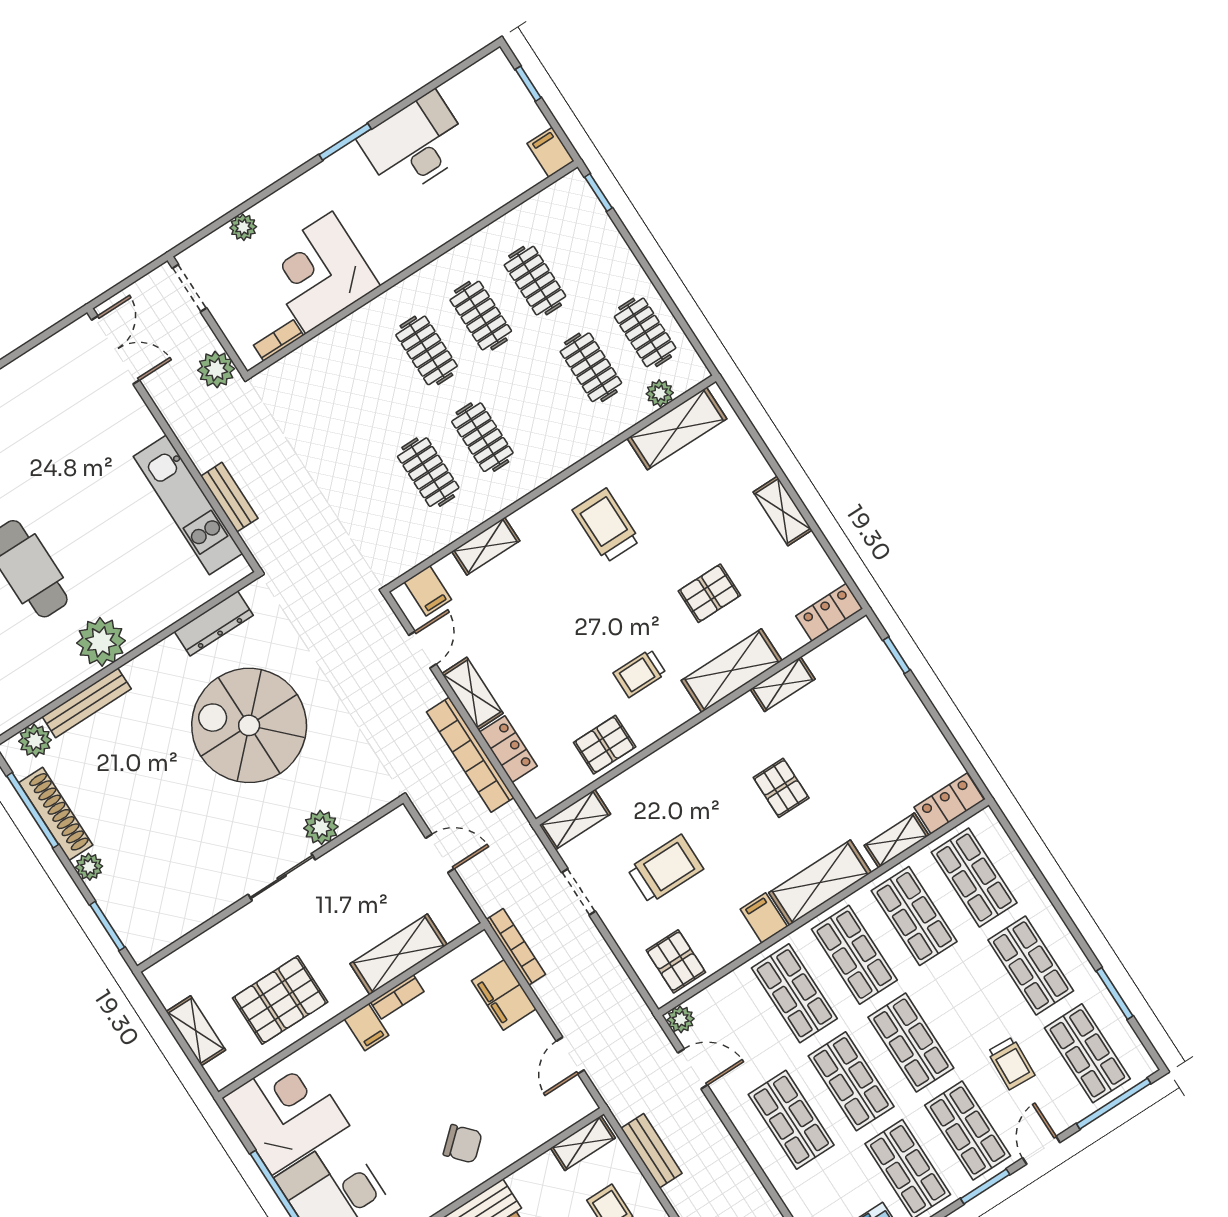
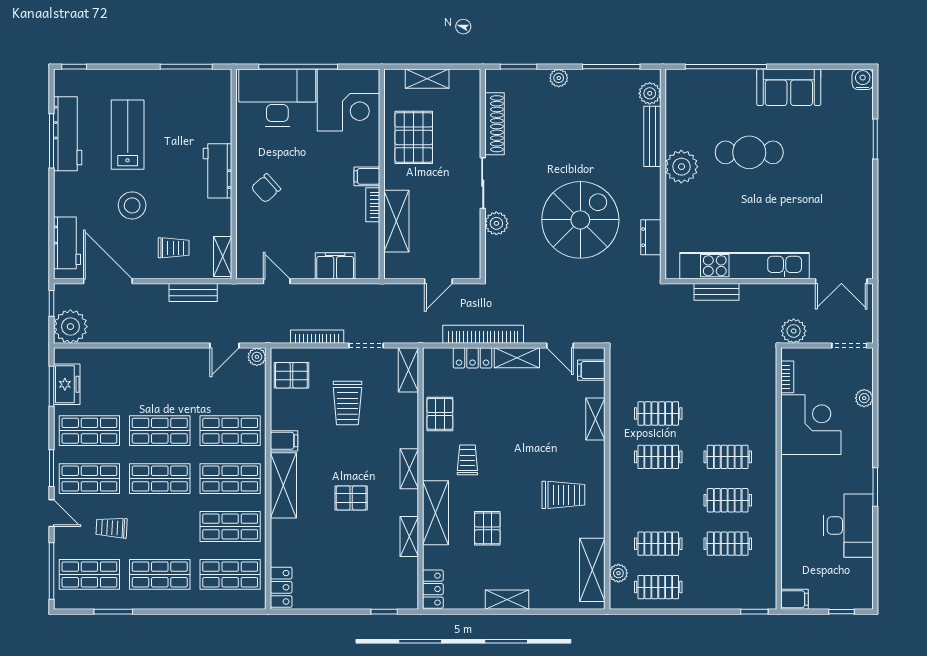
kitchen unit: (188, 505) -> (744, 266), width x1.36
dresser: (214, 623) -> (651, 237), width x0.70
shoe rack: (56, 814) -> (494, 124), moved, turned -90
shelving: (897, 840) -> (409, 469), moved
bookcase: (516, 947) -> (317, 337), moved, turned 180
shop shelf: (791, 1120) -> (160, 383), removed

